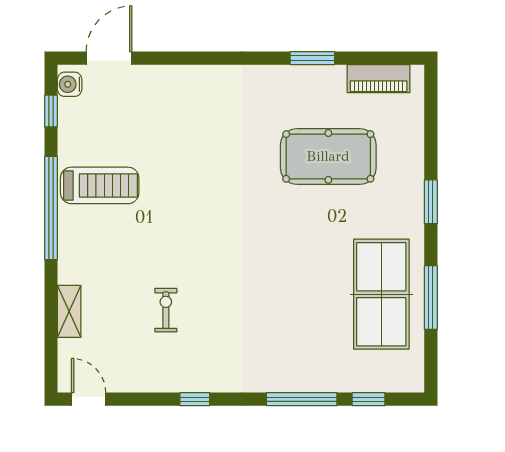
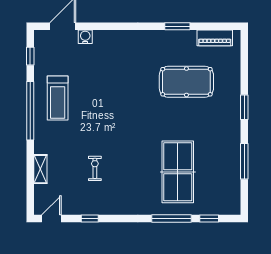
water cooler: (70, 84) -> (85, 37), moved, turned 90
treadmill: (100, 185) -> (58, 98), turned 90
table tennis table: (381, 294) -> (178, 172), moved
door: (89, 399) -> (51, 219), hinge flipped
window: (195, 399) -> (90, 219), moved

